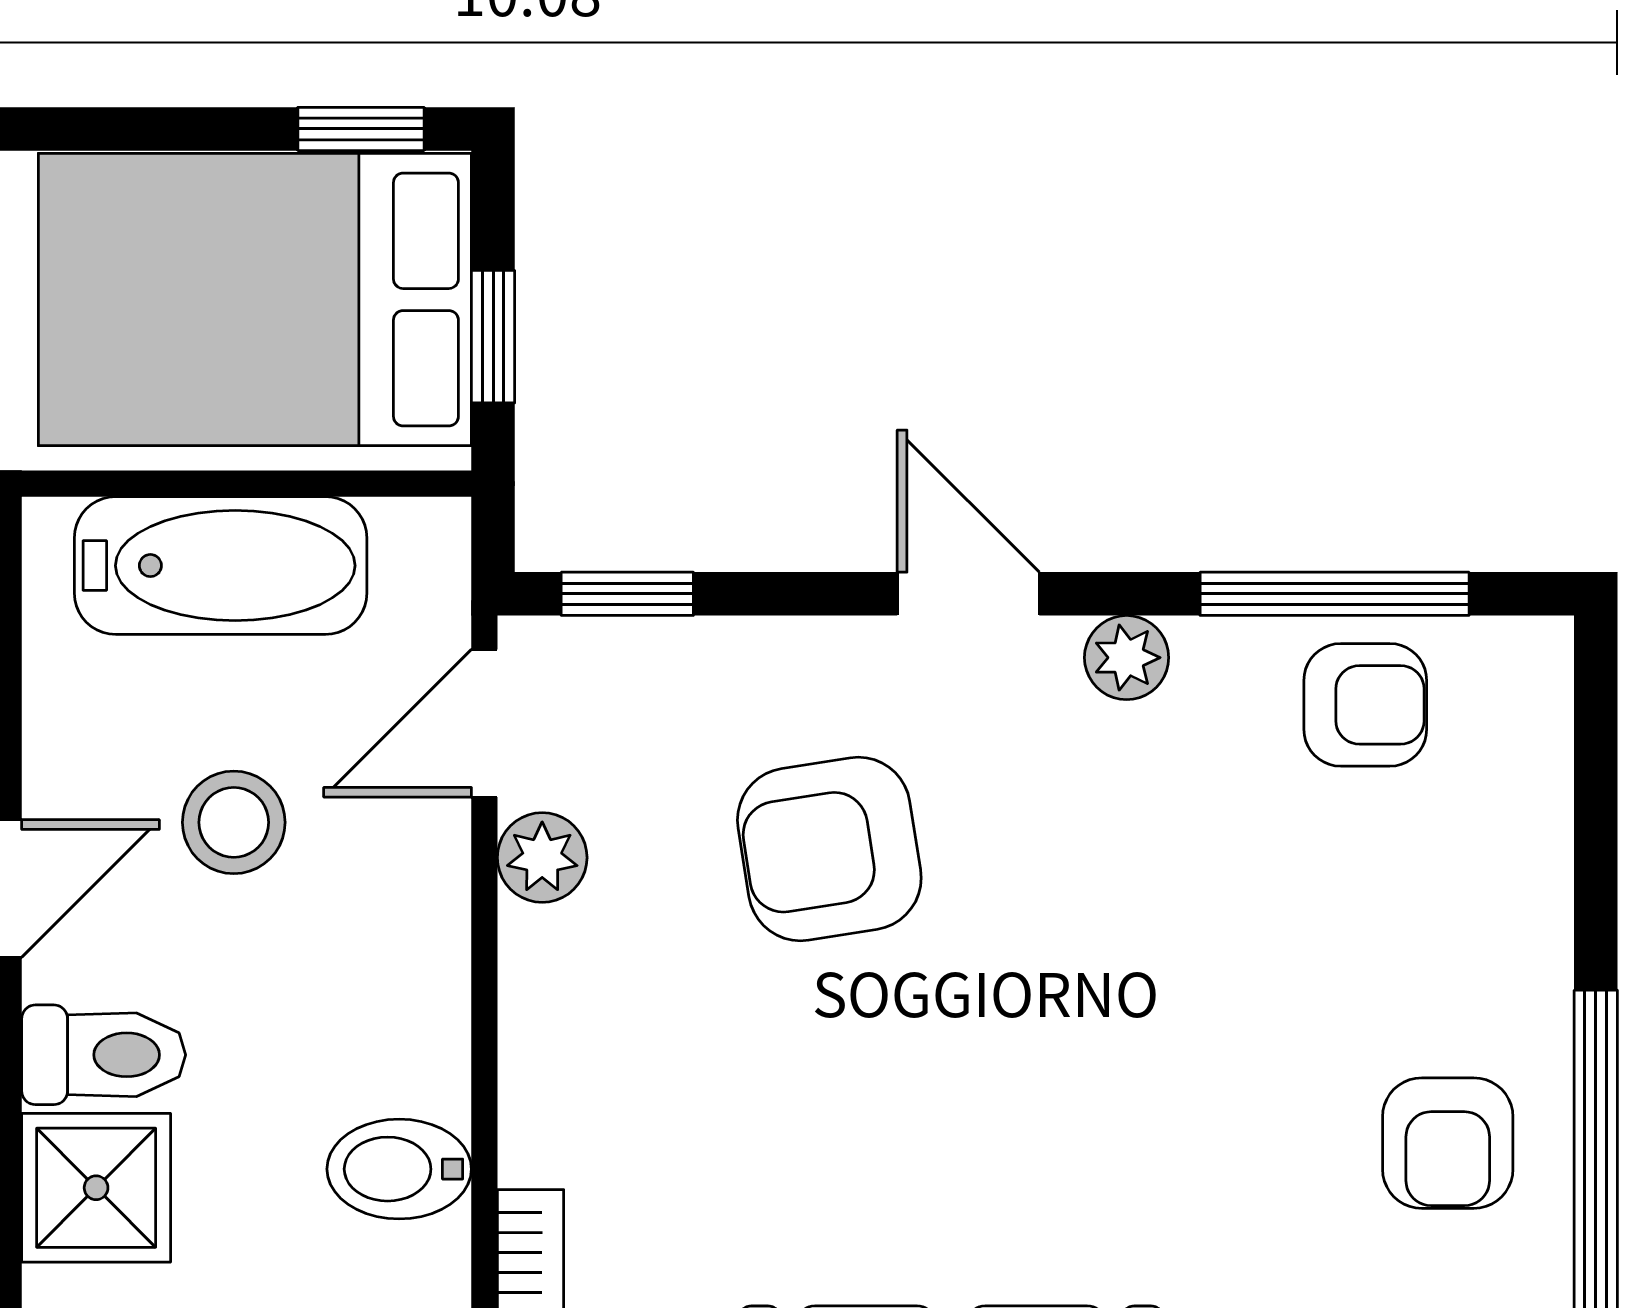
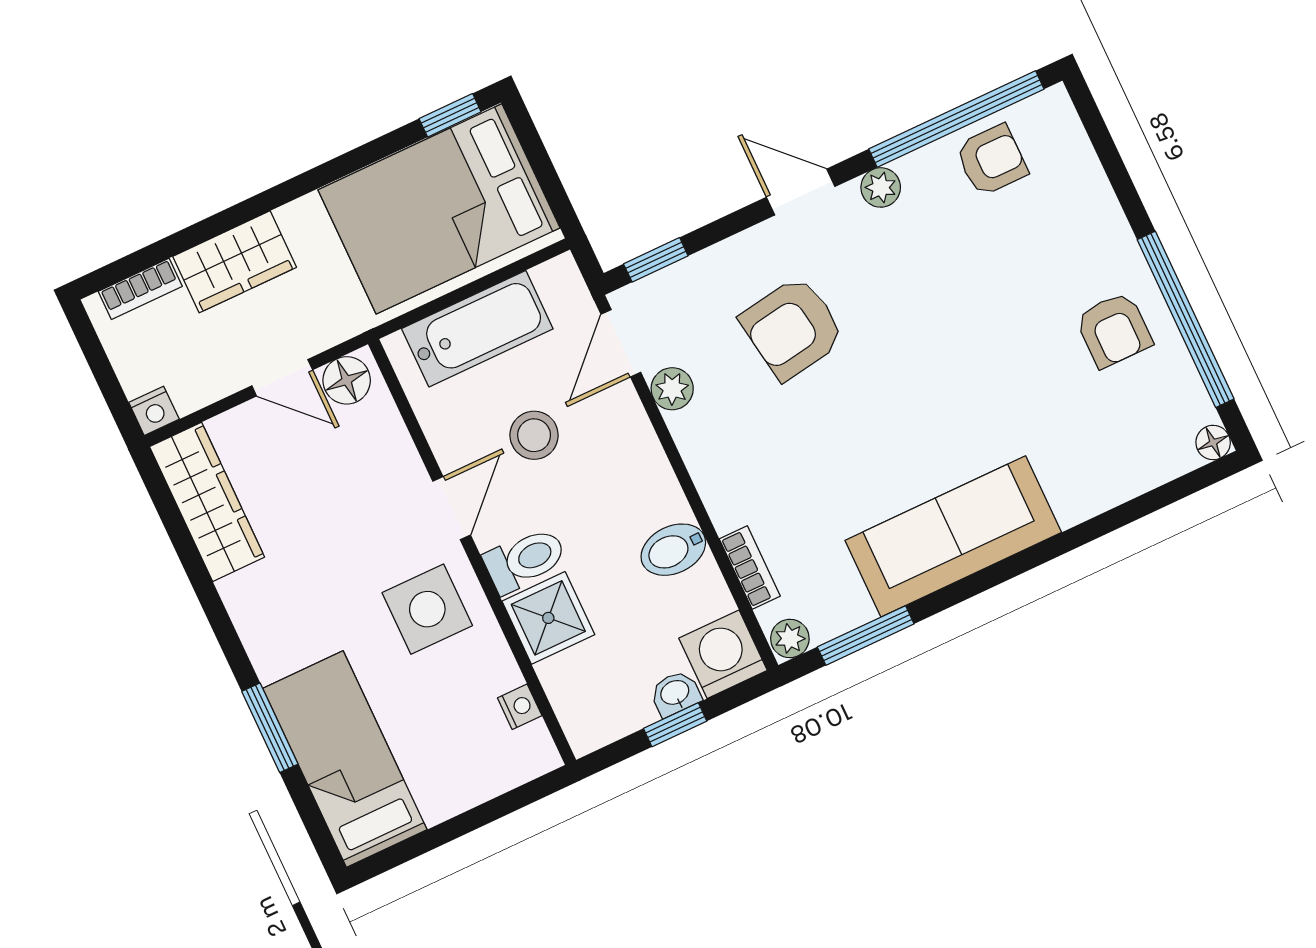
window: (493, 337) -> (548, 177), removed
window: (1335, 594) -> (956, 119), width x1.46

